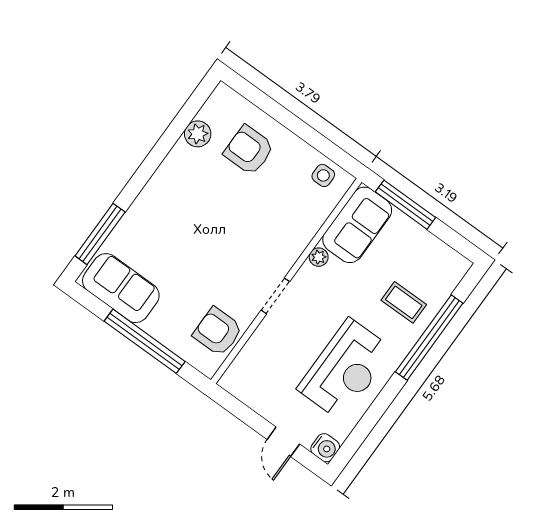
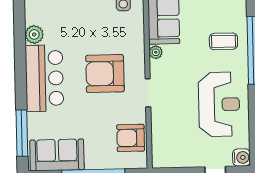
armchair: (249, 150) -> (105, 74), moved, width x1.36, depth x1.36
bar counter: (172, 191) -> (44, 78), added

